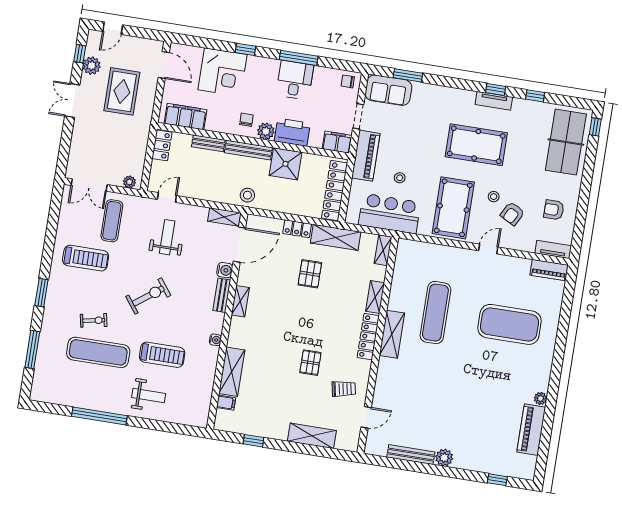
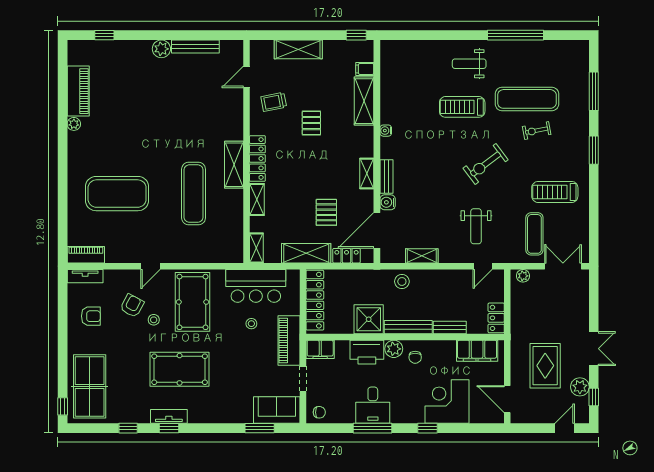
door: (239, 245) -> (377, 230), moved
water cooler: (225, 270) -> (388, 202), moved
bench: (222, 295) -> (386, 177), moved
shelving: (240, 301) -> (367, 173), moved
wall: (227, 321) -> (377, 151), moved
water cooler: (215, 340) -> (386, 131), moved
shelving: (232, 372) -> (364, 101), moved
filing cabinet: (226, 403) -> (365, 69), moved

